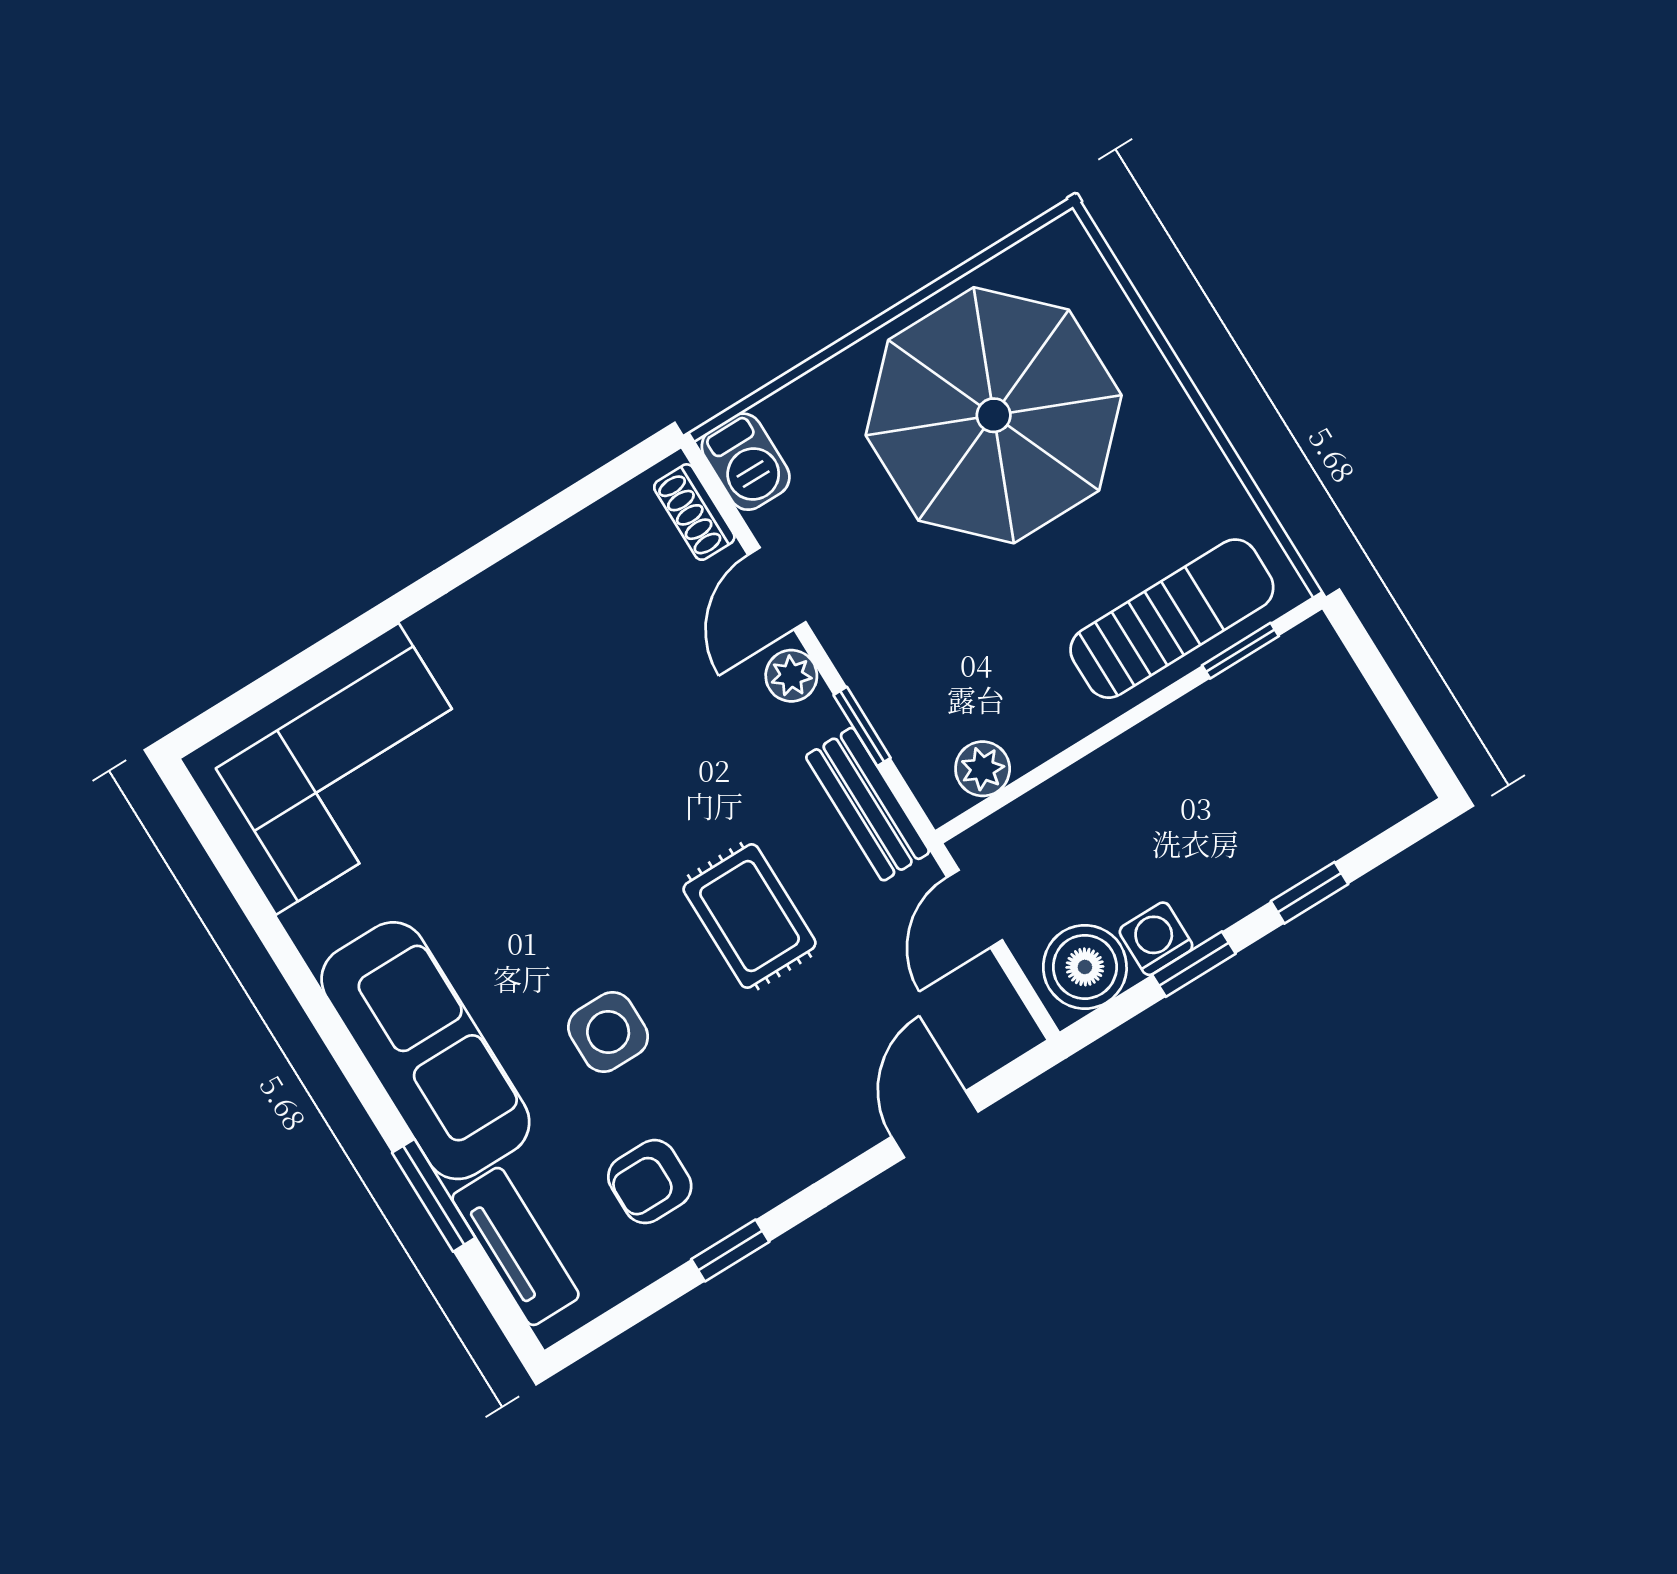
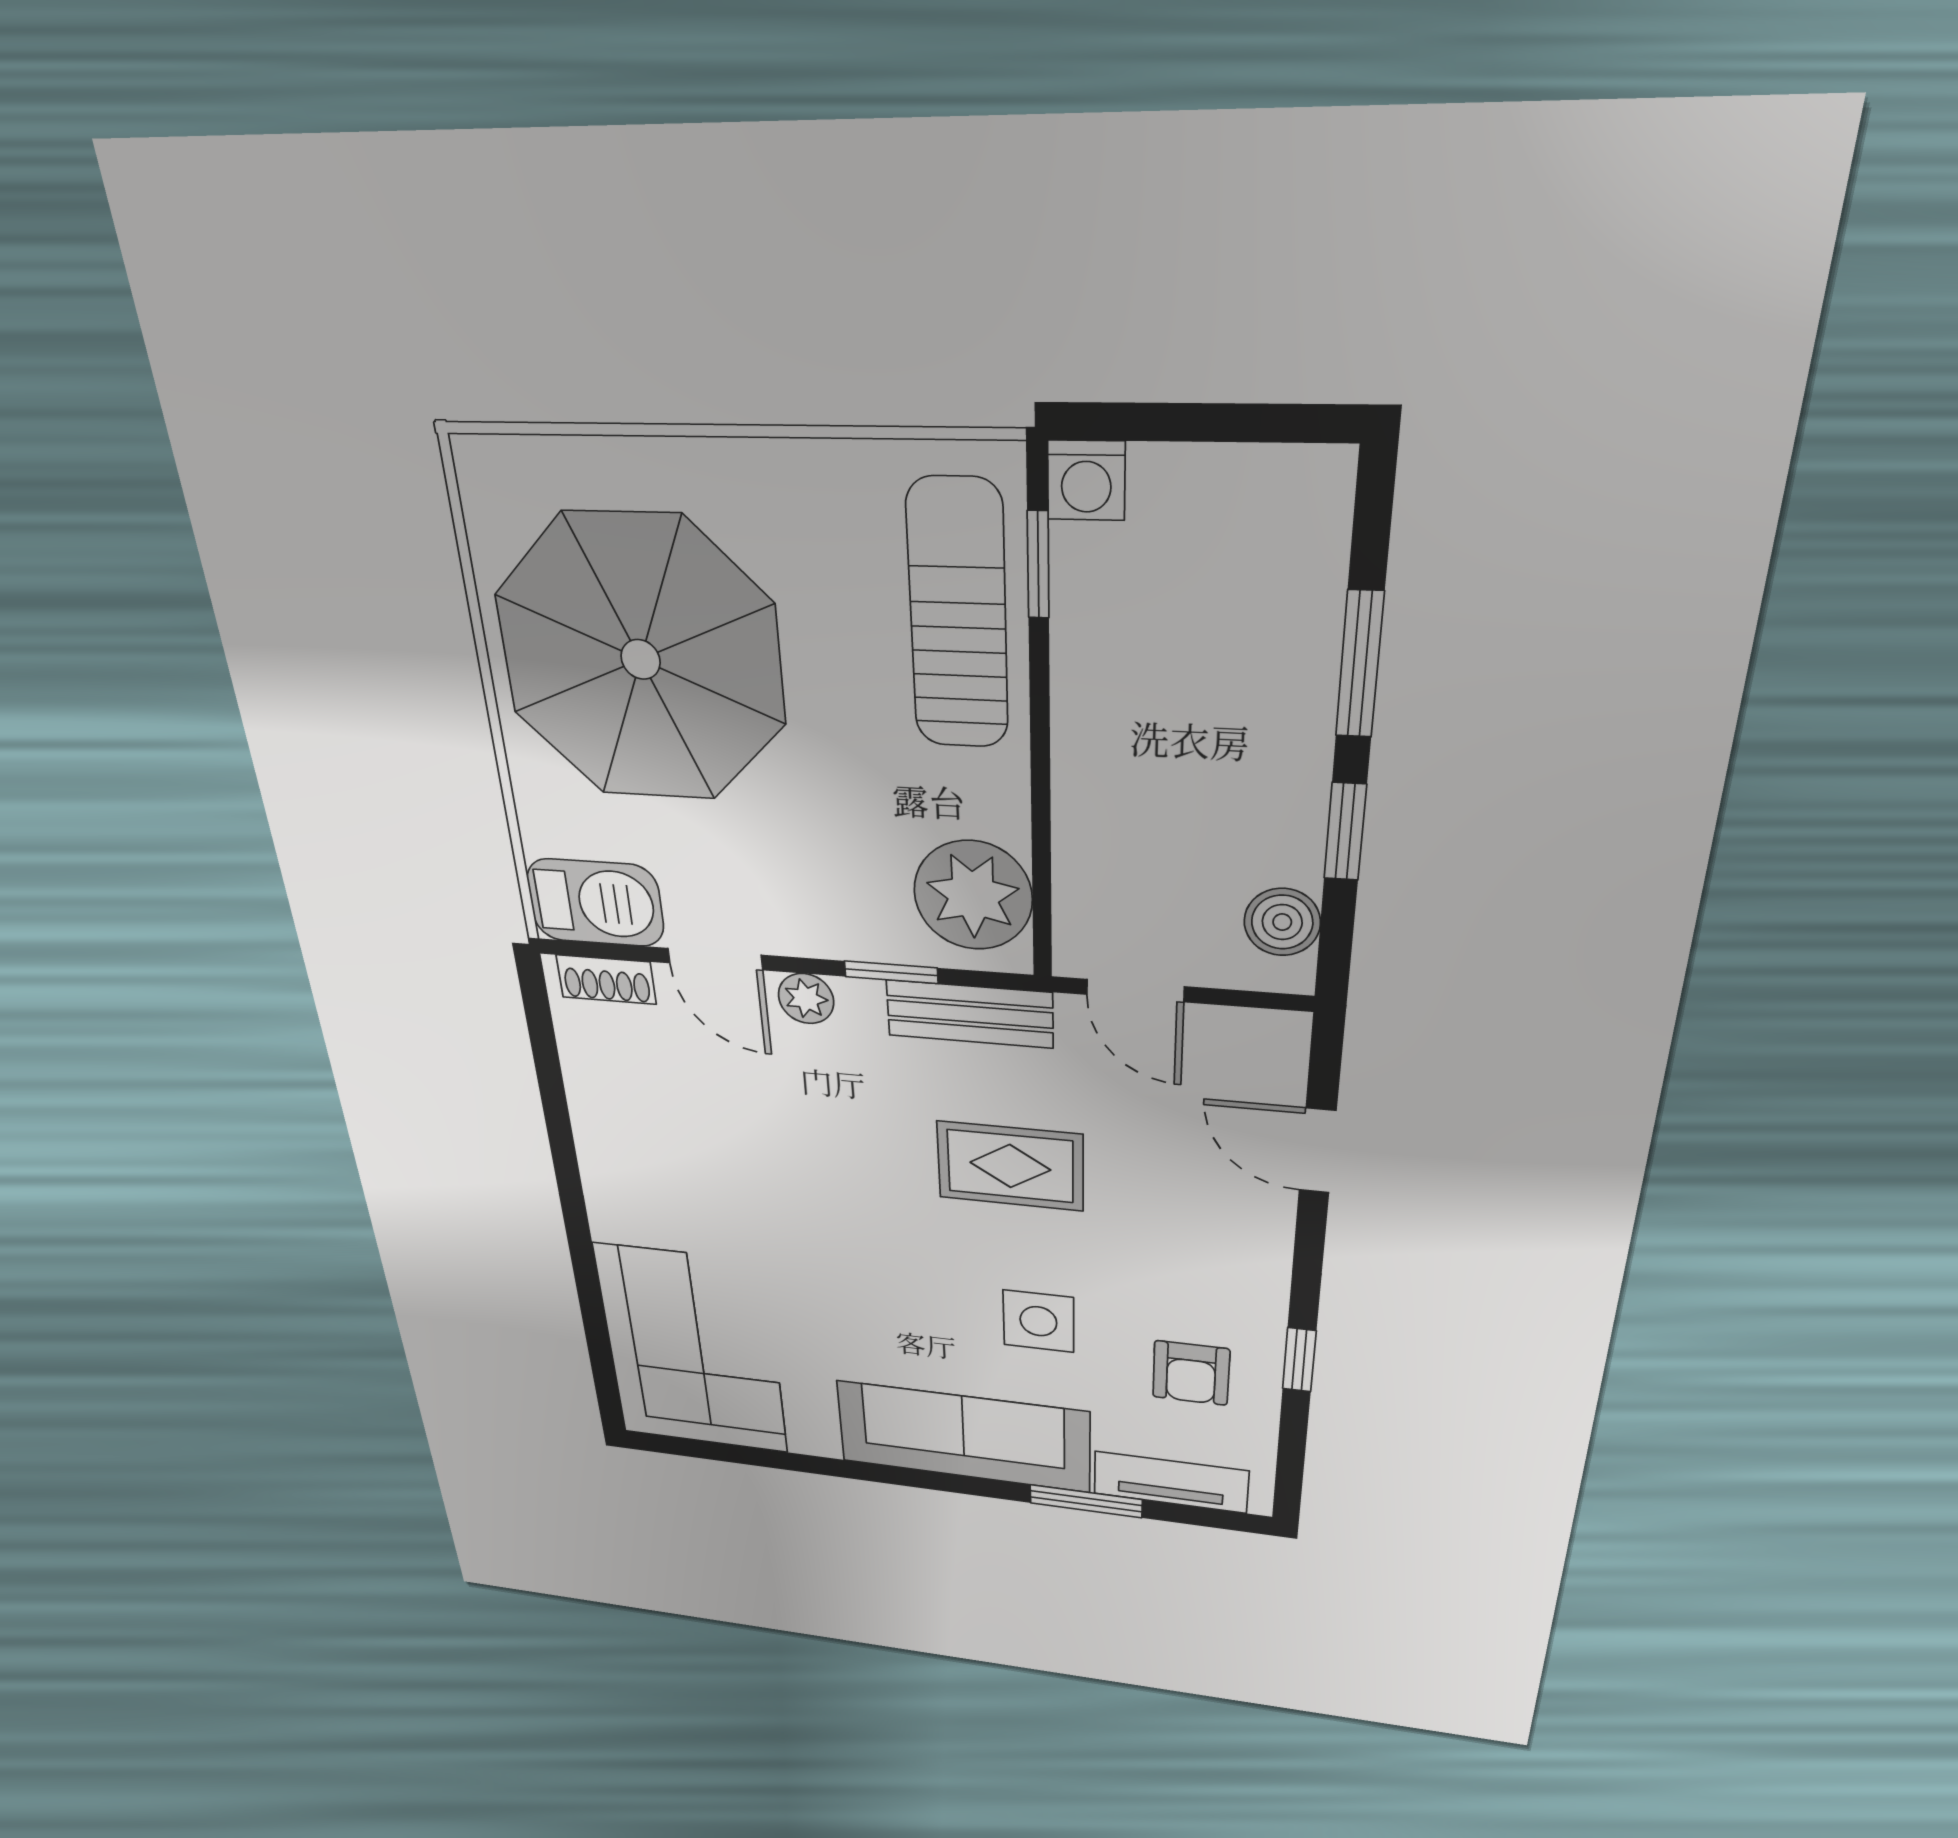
barbecue: (746, 462) -> (595, 903), width x1.38, depth x1.27
plant: (983, 769) -> (973, 895), width x1.88, depth x1.88
window: (1310, 893) -> (1360, 664), width x1.50
washing machine: (1156, 939) -> (1086, 480), moved, turned -90
boiler: (1085, 967) -> (1282, 922), width x0.73, depth x0.73

